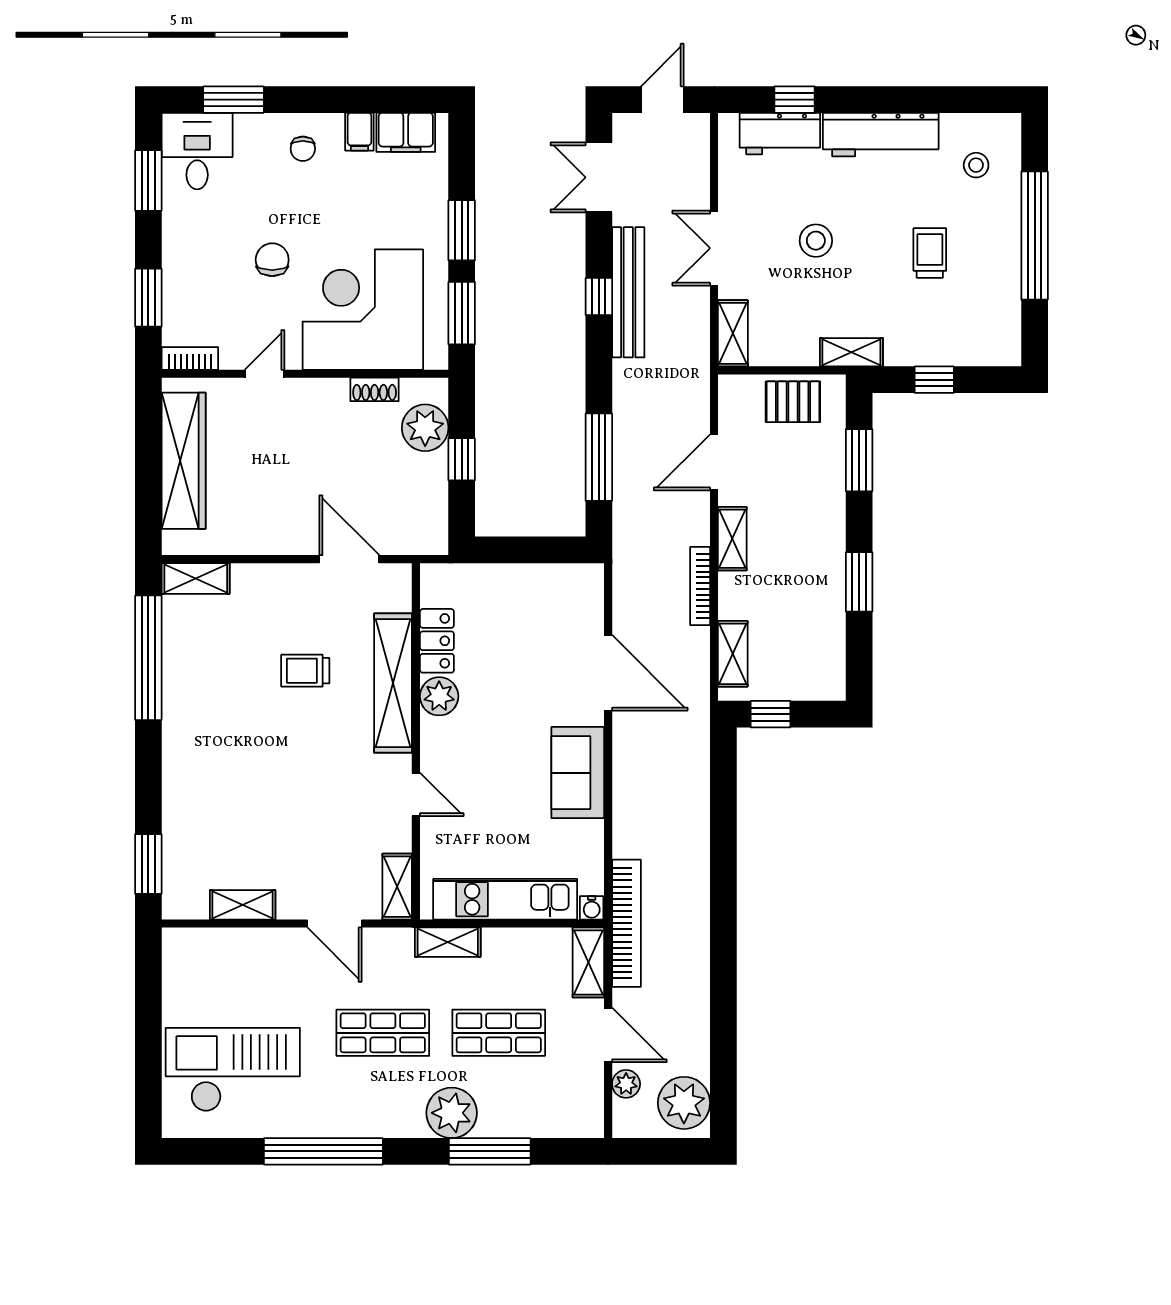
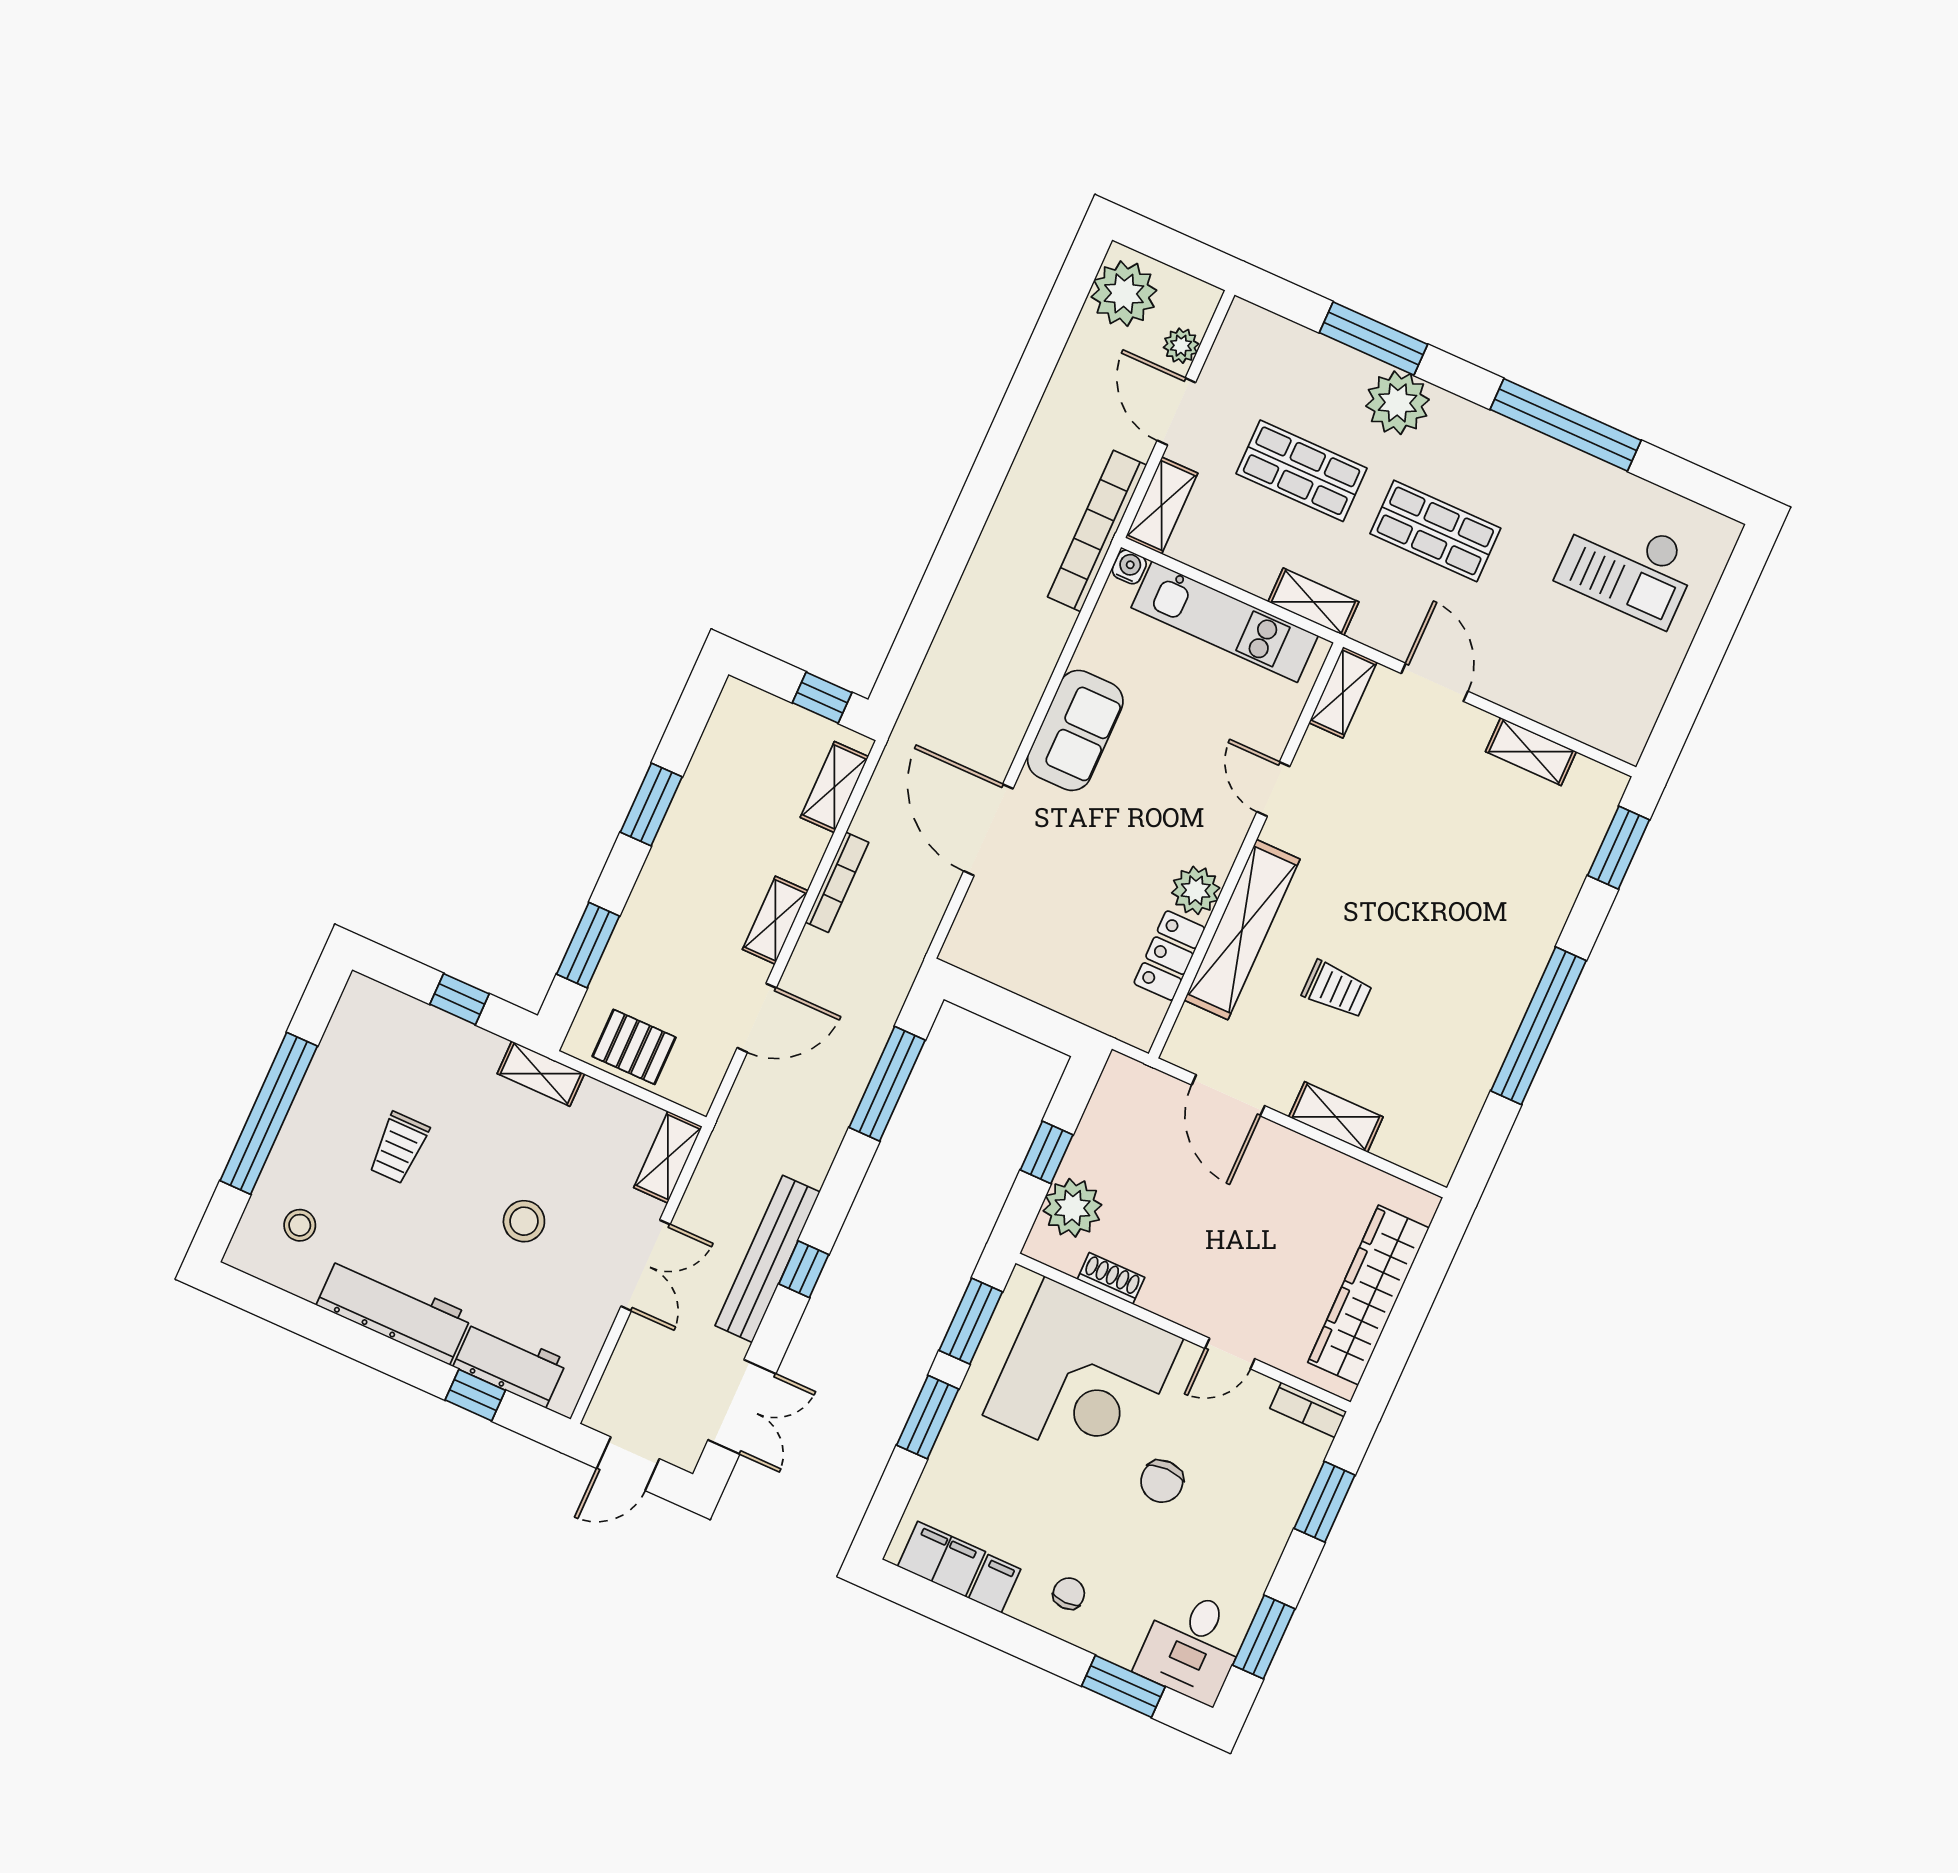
shelving: (196, 579) -> (1336, 1117), moved
window: (148, 658) -> (1539, 1026), moved
checkout: (233, 1070) -> (1628, 566), width x0.73, depth x0.83

